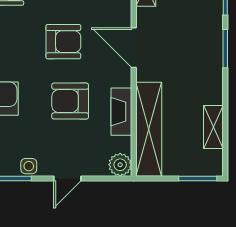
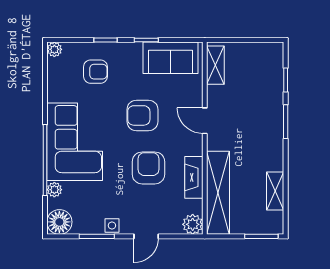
armchair: (63, 42) -> (142, 115), turned 180
door: (134, 48) -> (205, 121), width x0.73
armchair: (70, 101) -> (148, 168), turned 90

